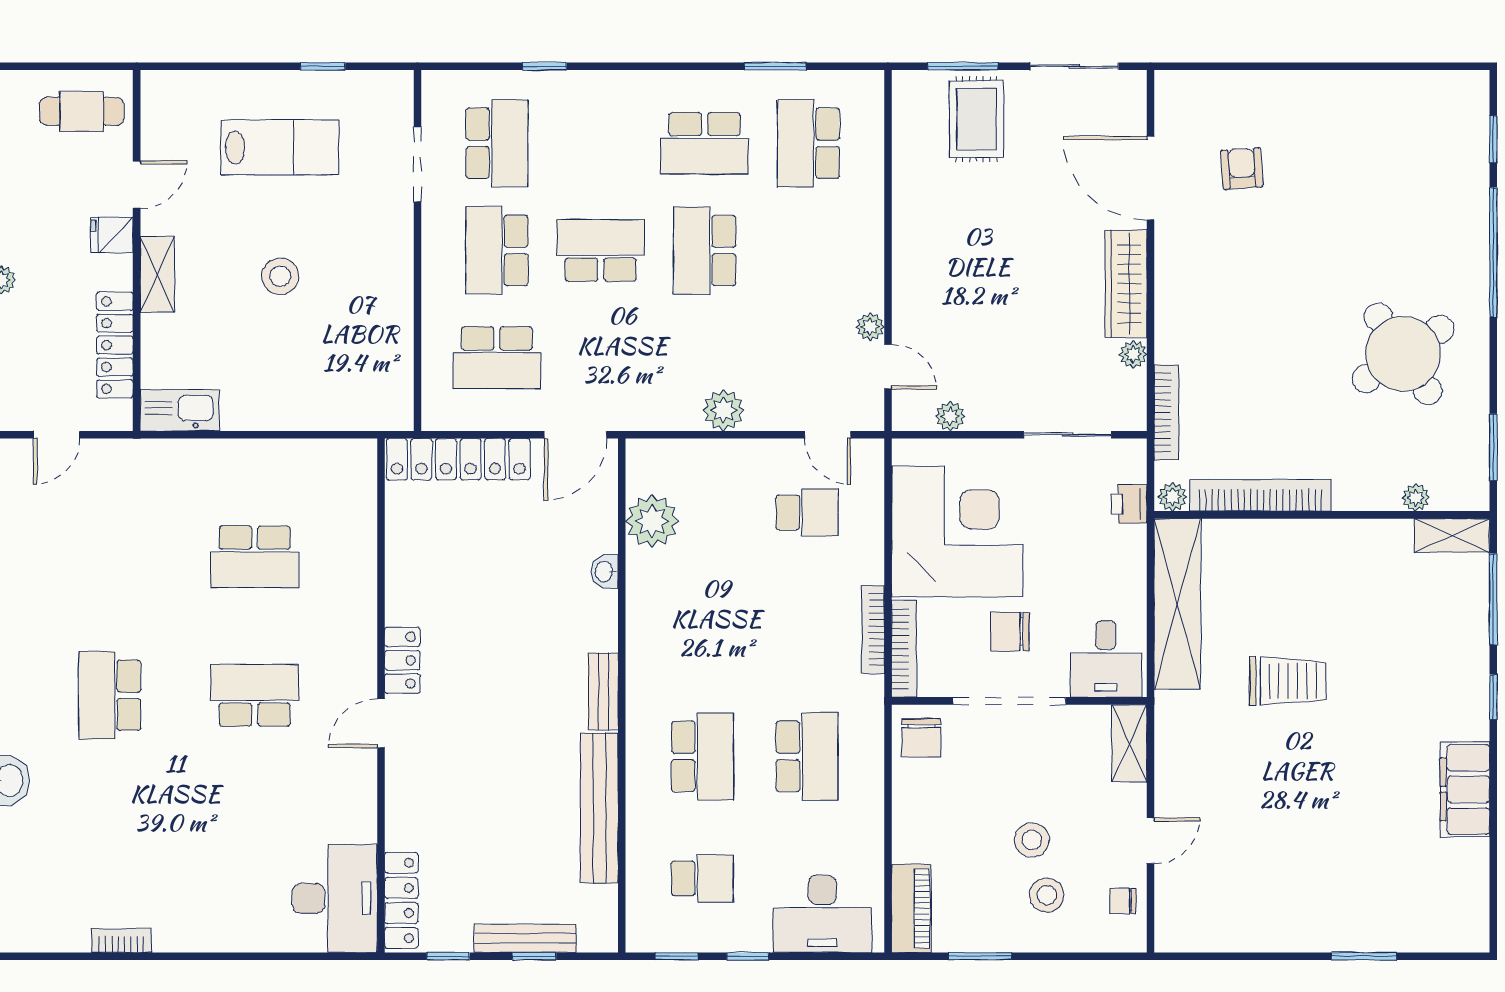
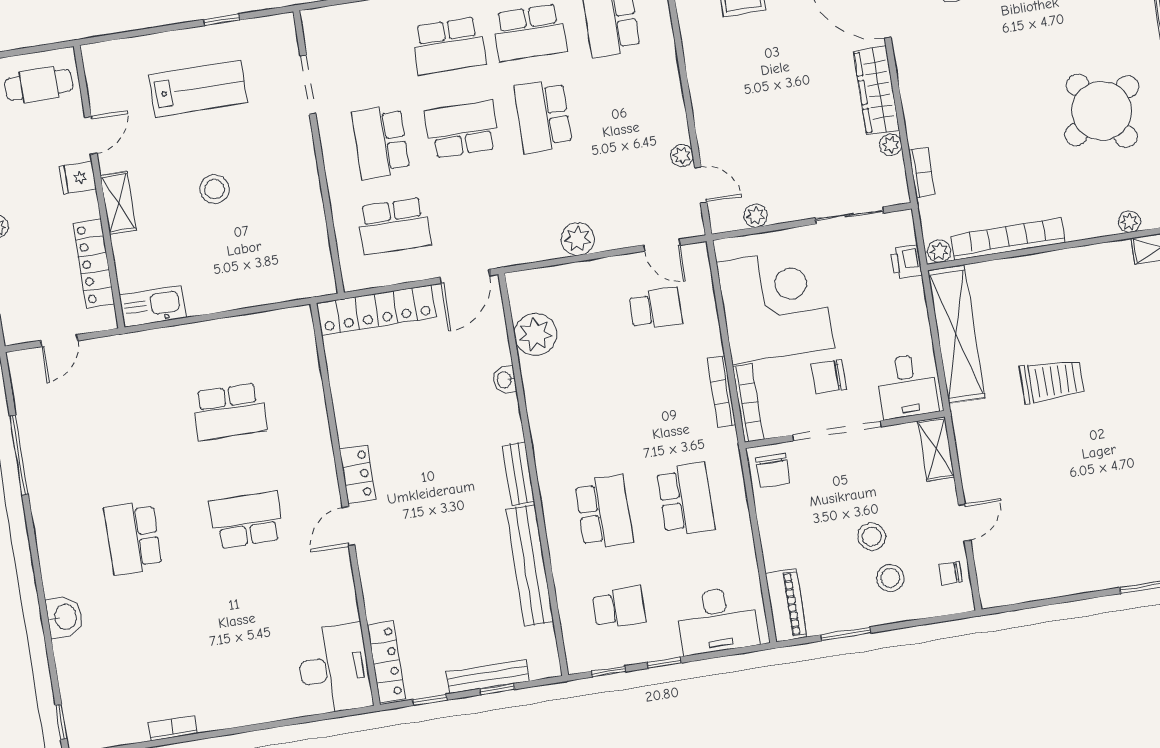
school desk: (497, 143) -> (449, 46), moved, turned 90
bookcase: (1166, 412) -> (922, 172), width x0.64

